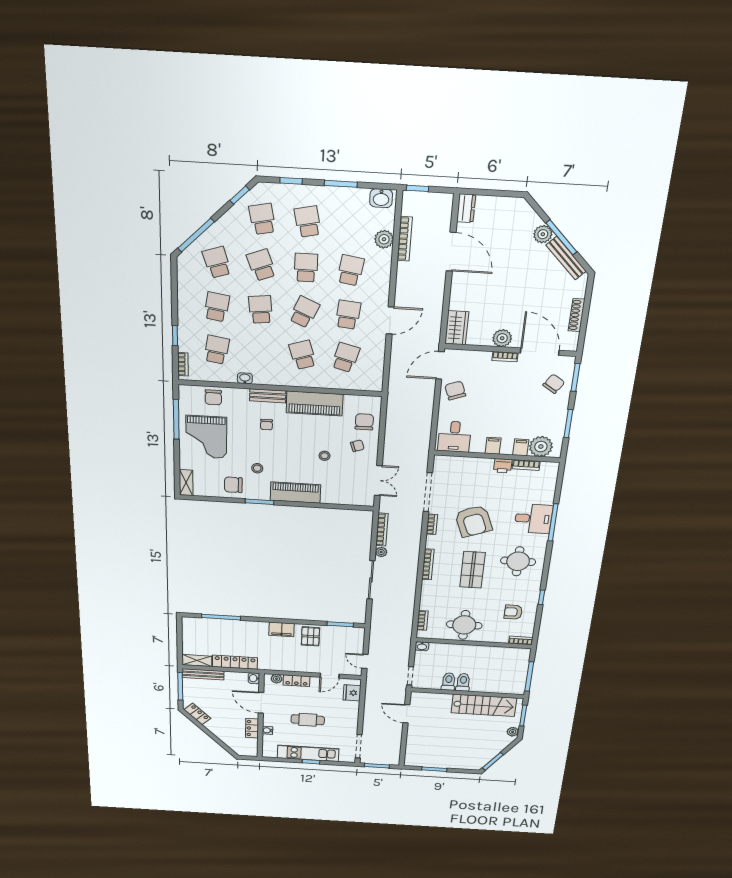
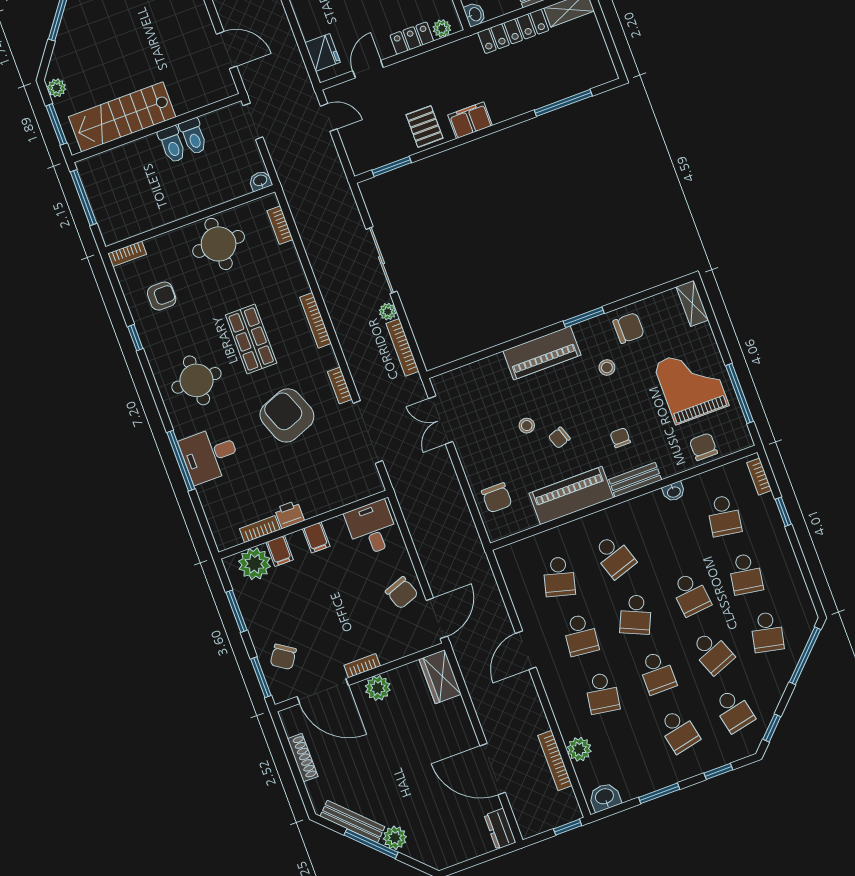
school desk: (217, 262) -> (767, 632), turned 30
chair: (357, 446) -> (559, 438), moved

